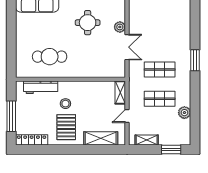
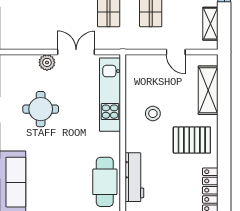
cafe table: (50, 57) -> (105, 182), moved
kitchen unit: (98, 71) -> (110, 95), added
shelving: (120, 93) -> (142, 62), removed
stool: (65, 104) -> (153, 113), moved

